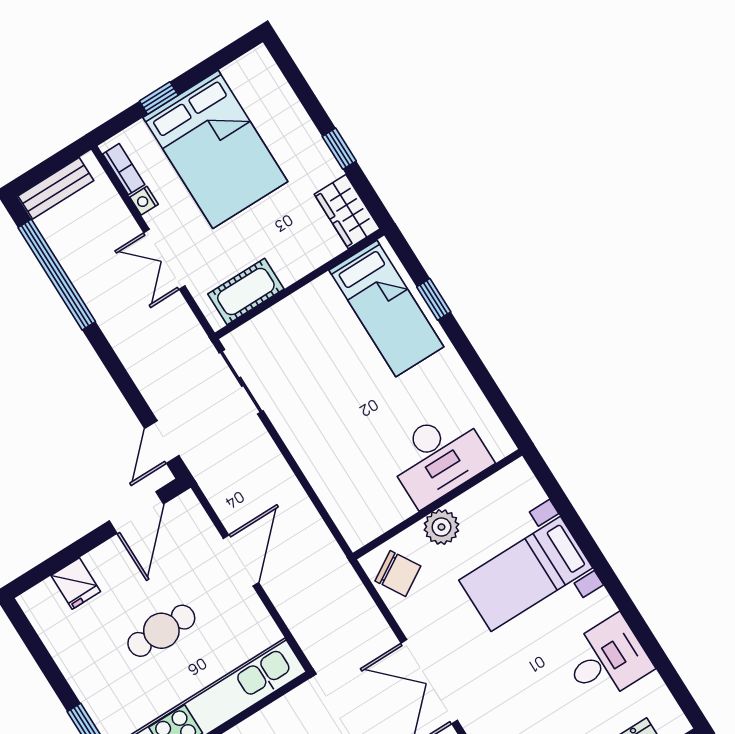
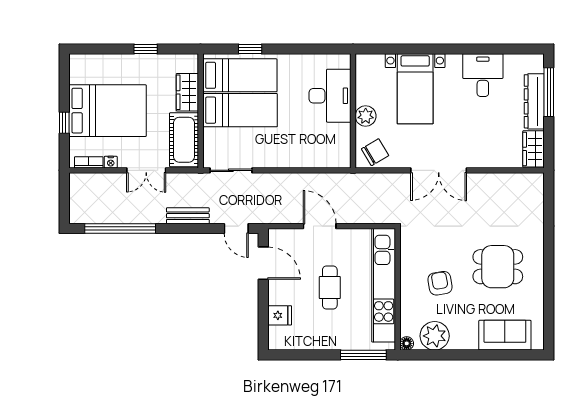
bench: (56, 188) -> (188, 216), moved, turned 90
wardrobe: (347, 212) -> (187, 92), moved, turned 90
cot: (246, 292) -> (184, 140), width x1.37, depth x1.34
bed: (336, 340) -> (240, 110), added

